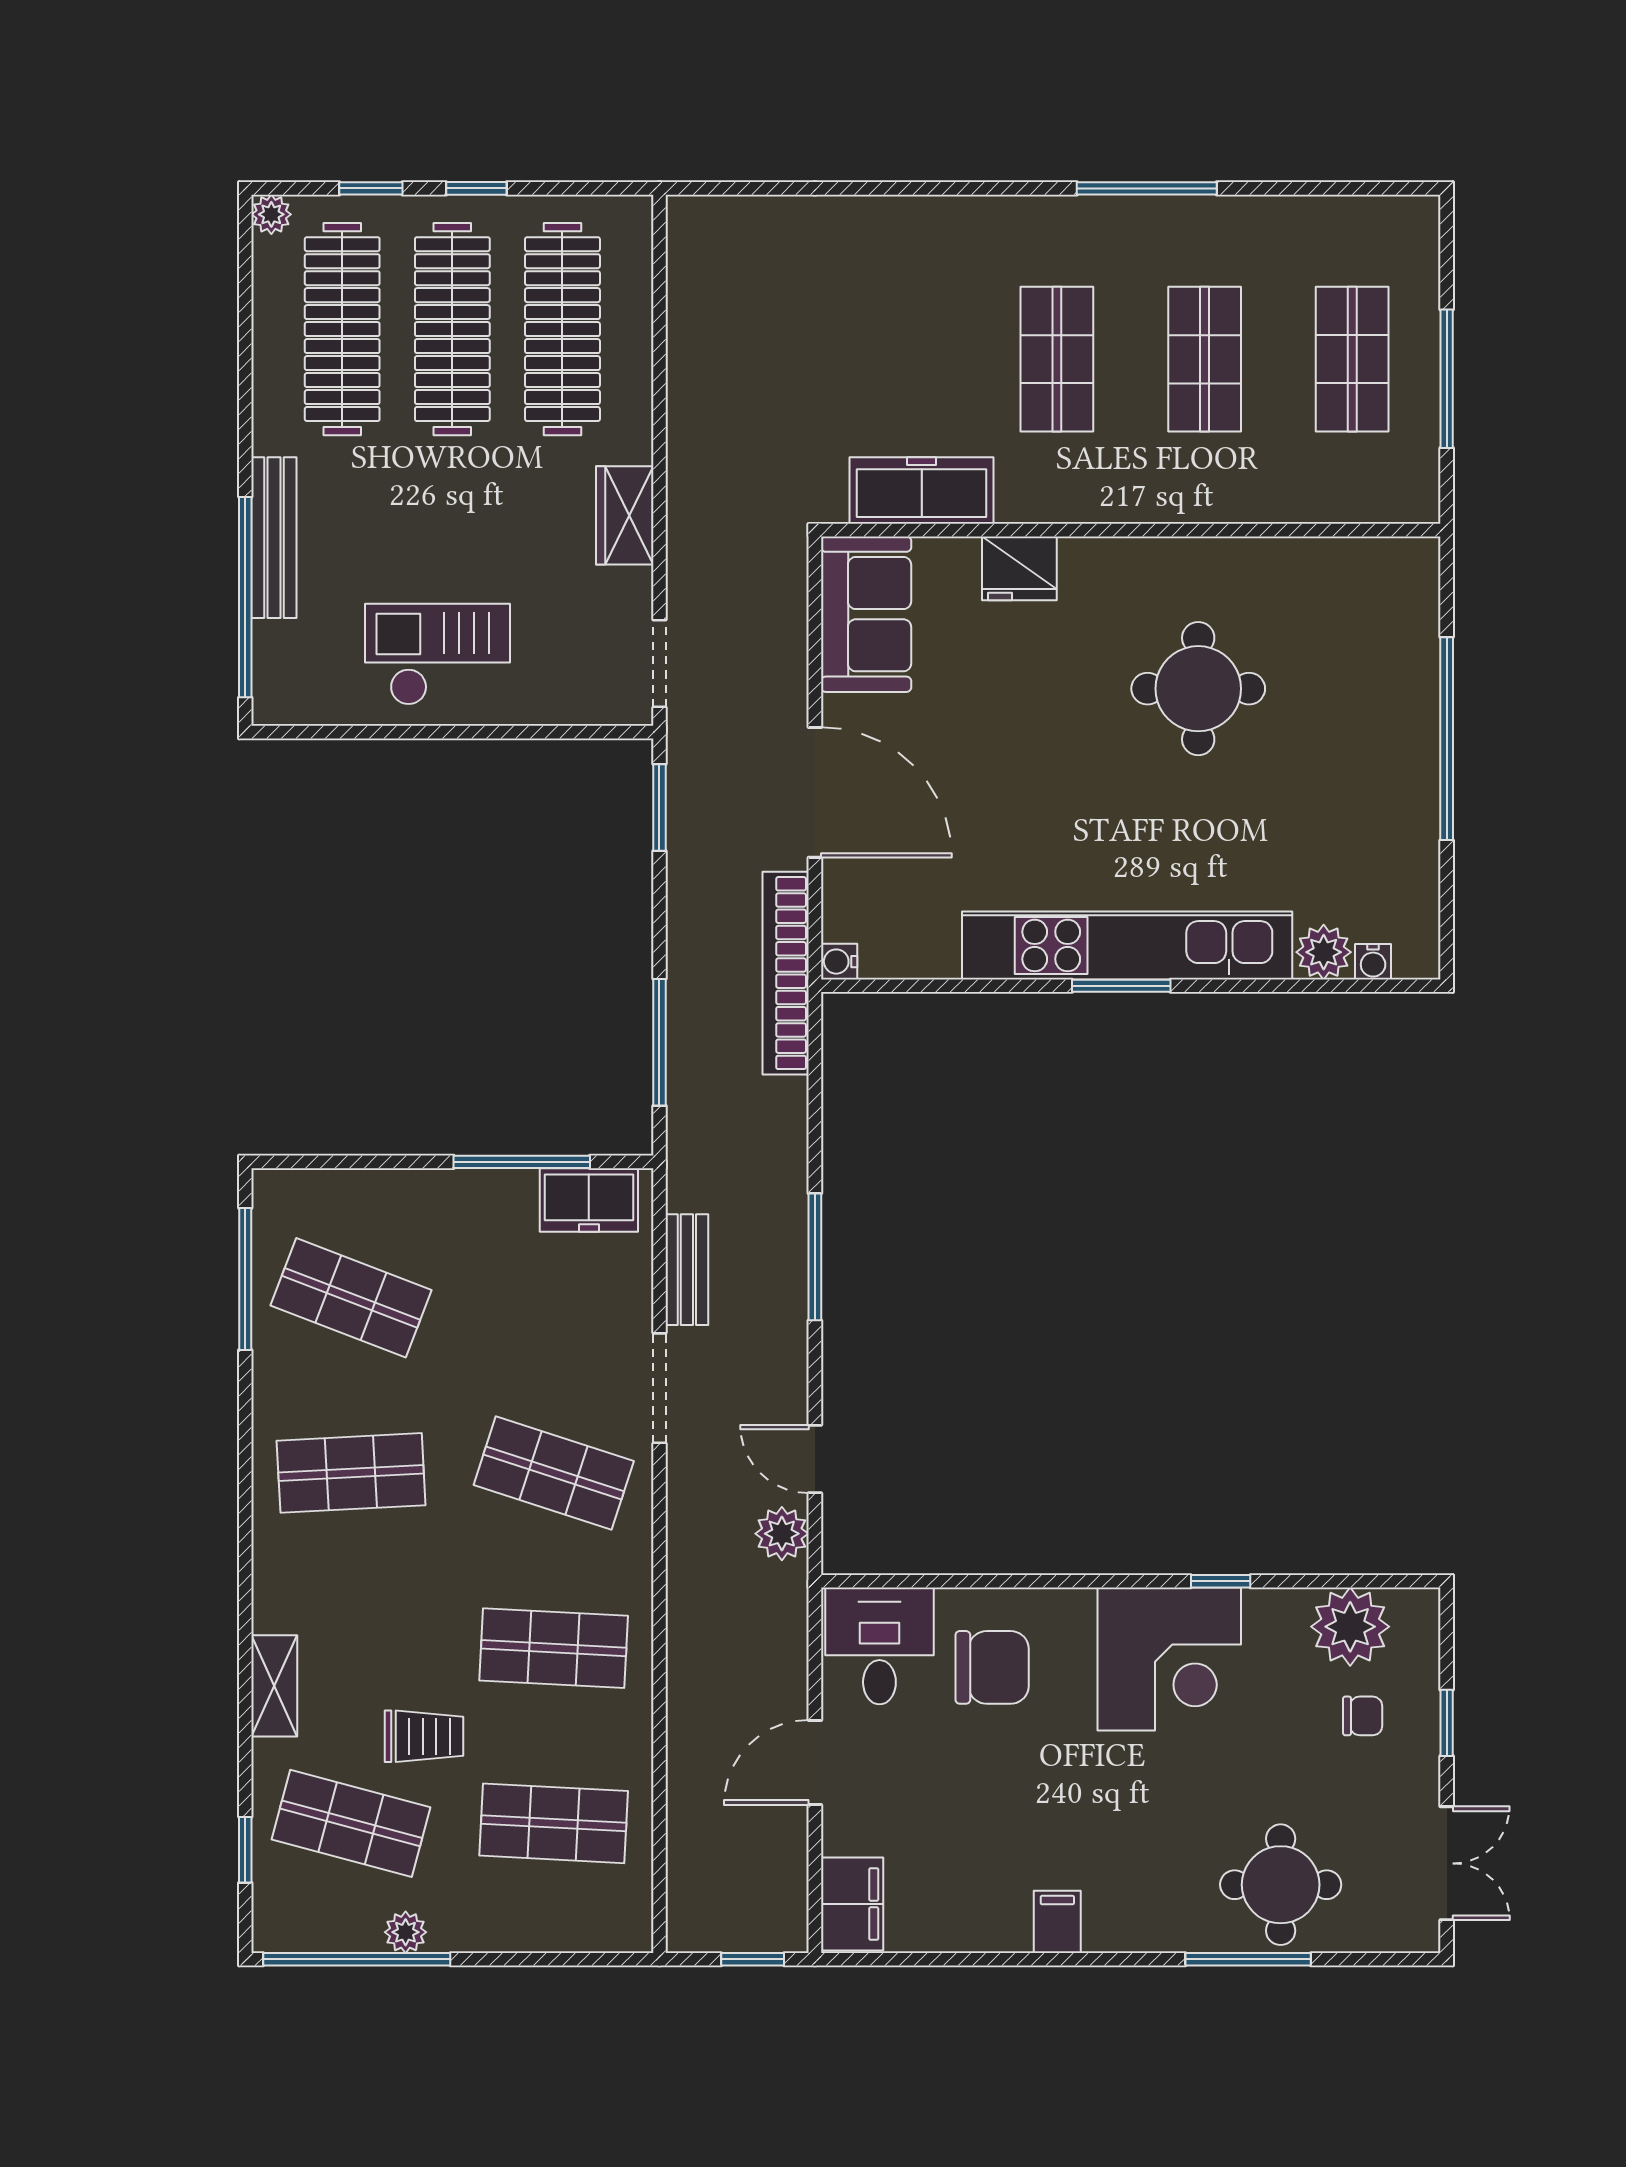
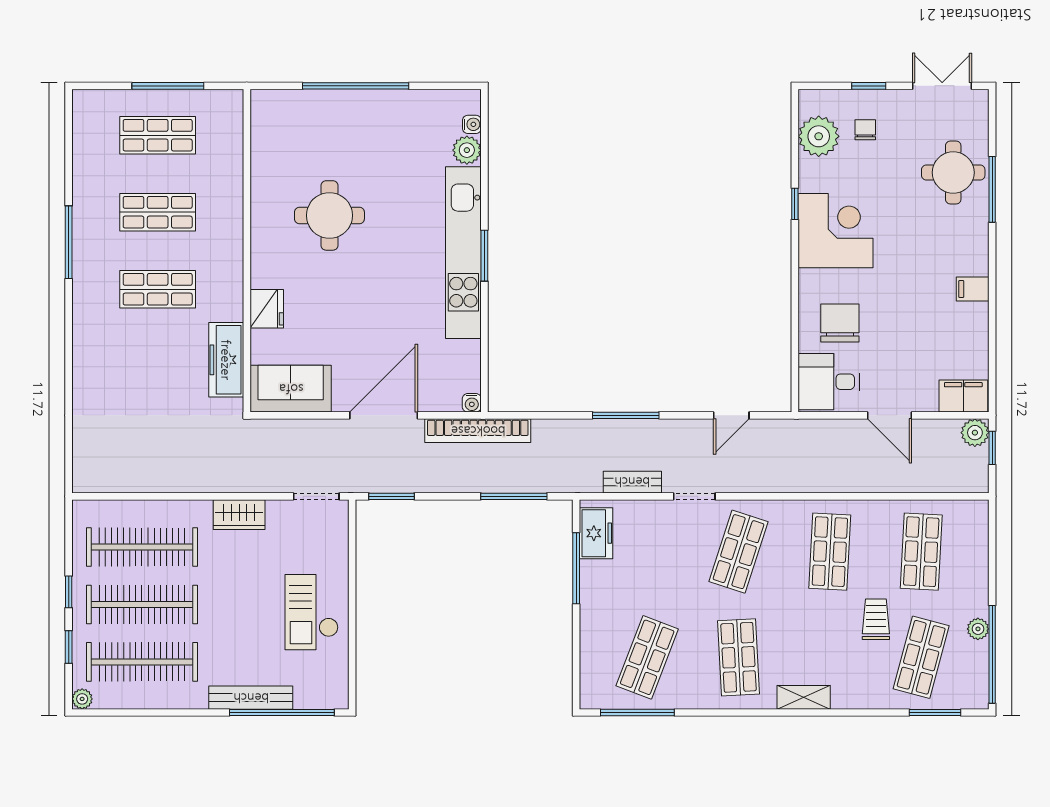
doorway: (659, 1388) -> (694, 496), width x0.73
plant: (782, 1534) -> (975, 433), moved
shelving: (274, 1686) -> (804, 697), moved
window: (245, 1850) -> (935, 712), width x1.50

